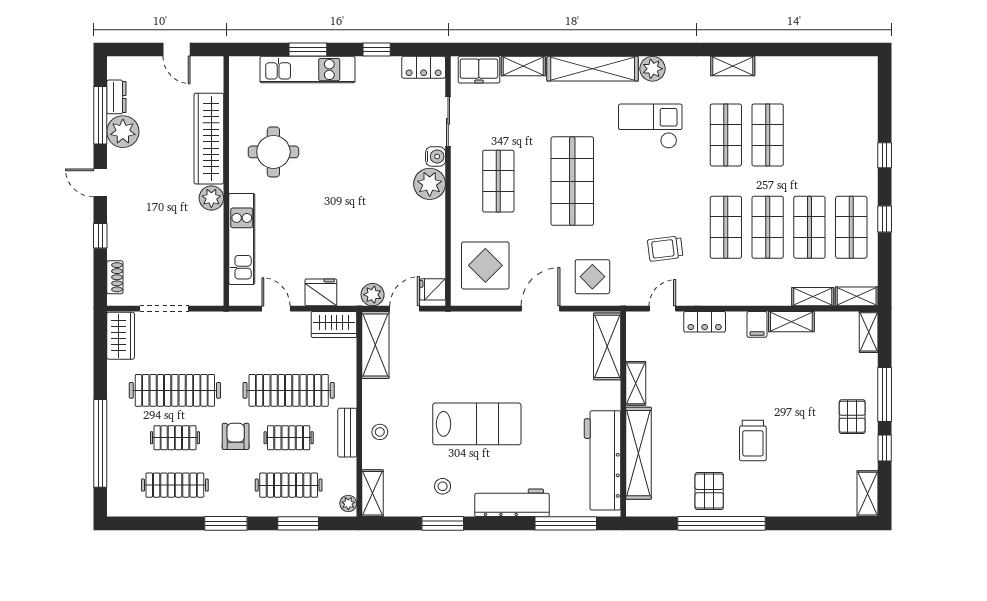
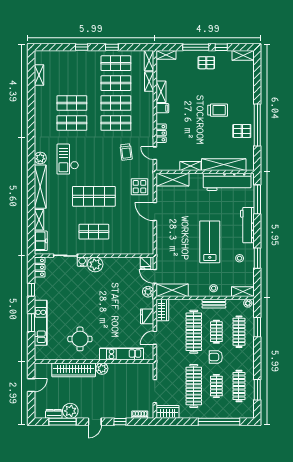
shelving: (733, 66) -> (39, 75), moved
display table: (485, 265) -> (134, 238), removed
window: (226, 523) -> (257, 390), moved

